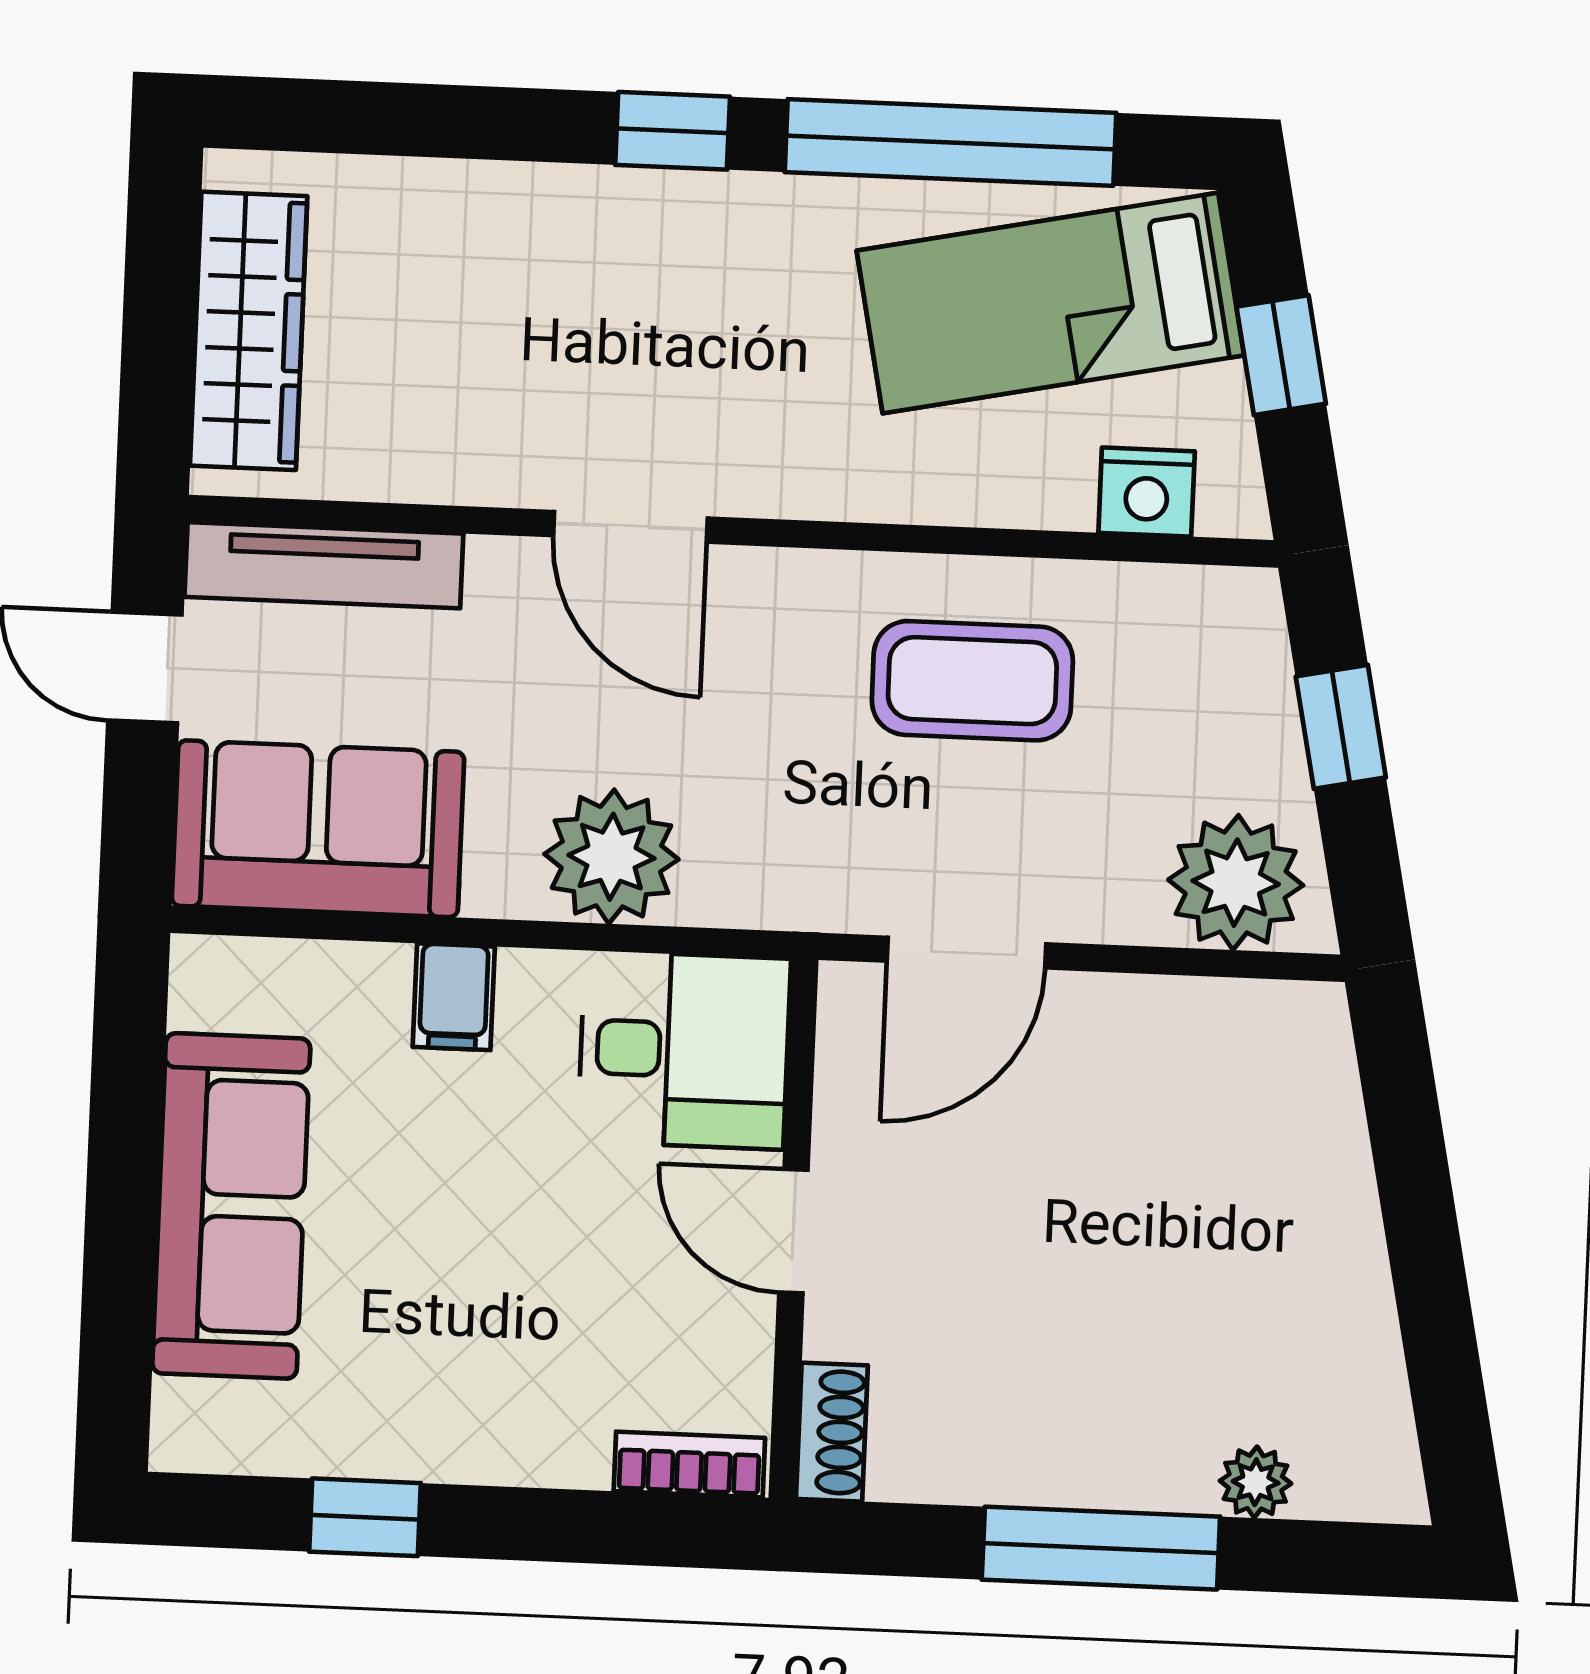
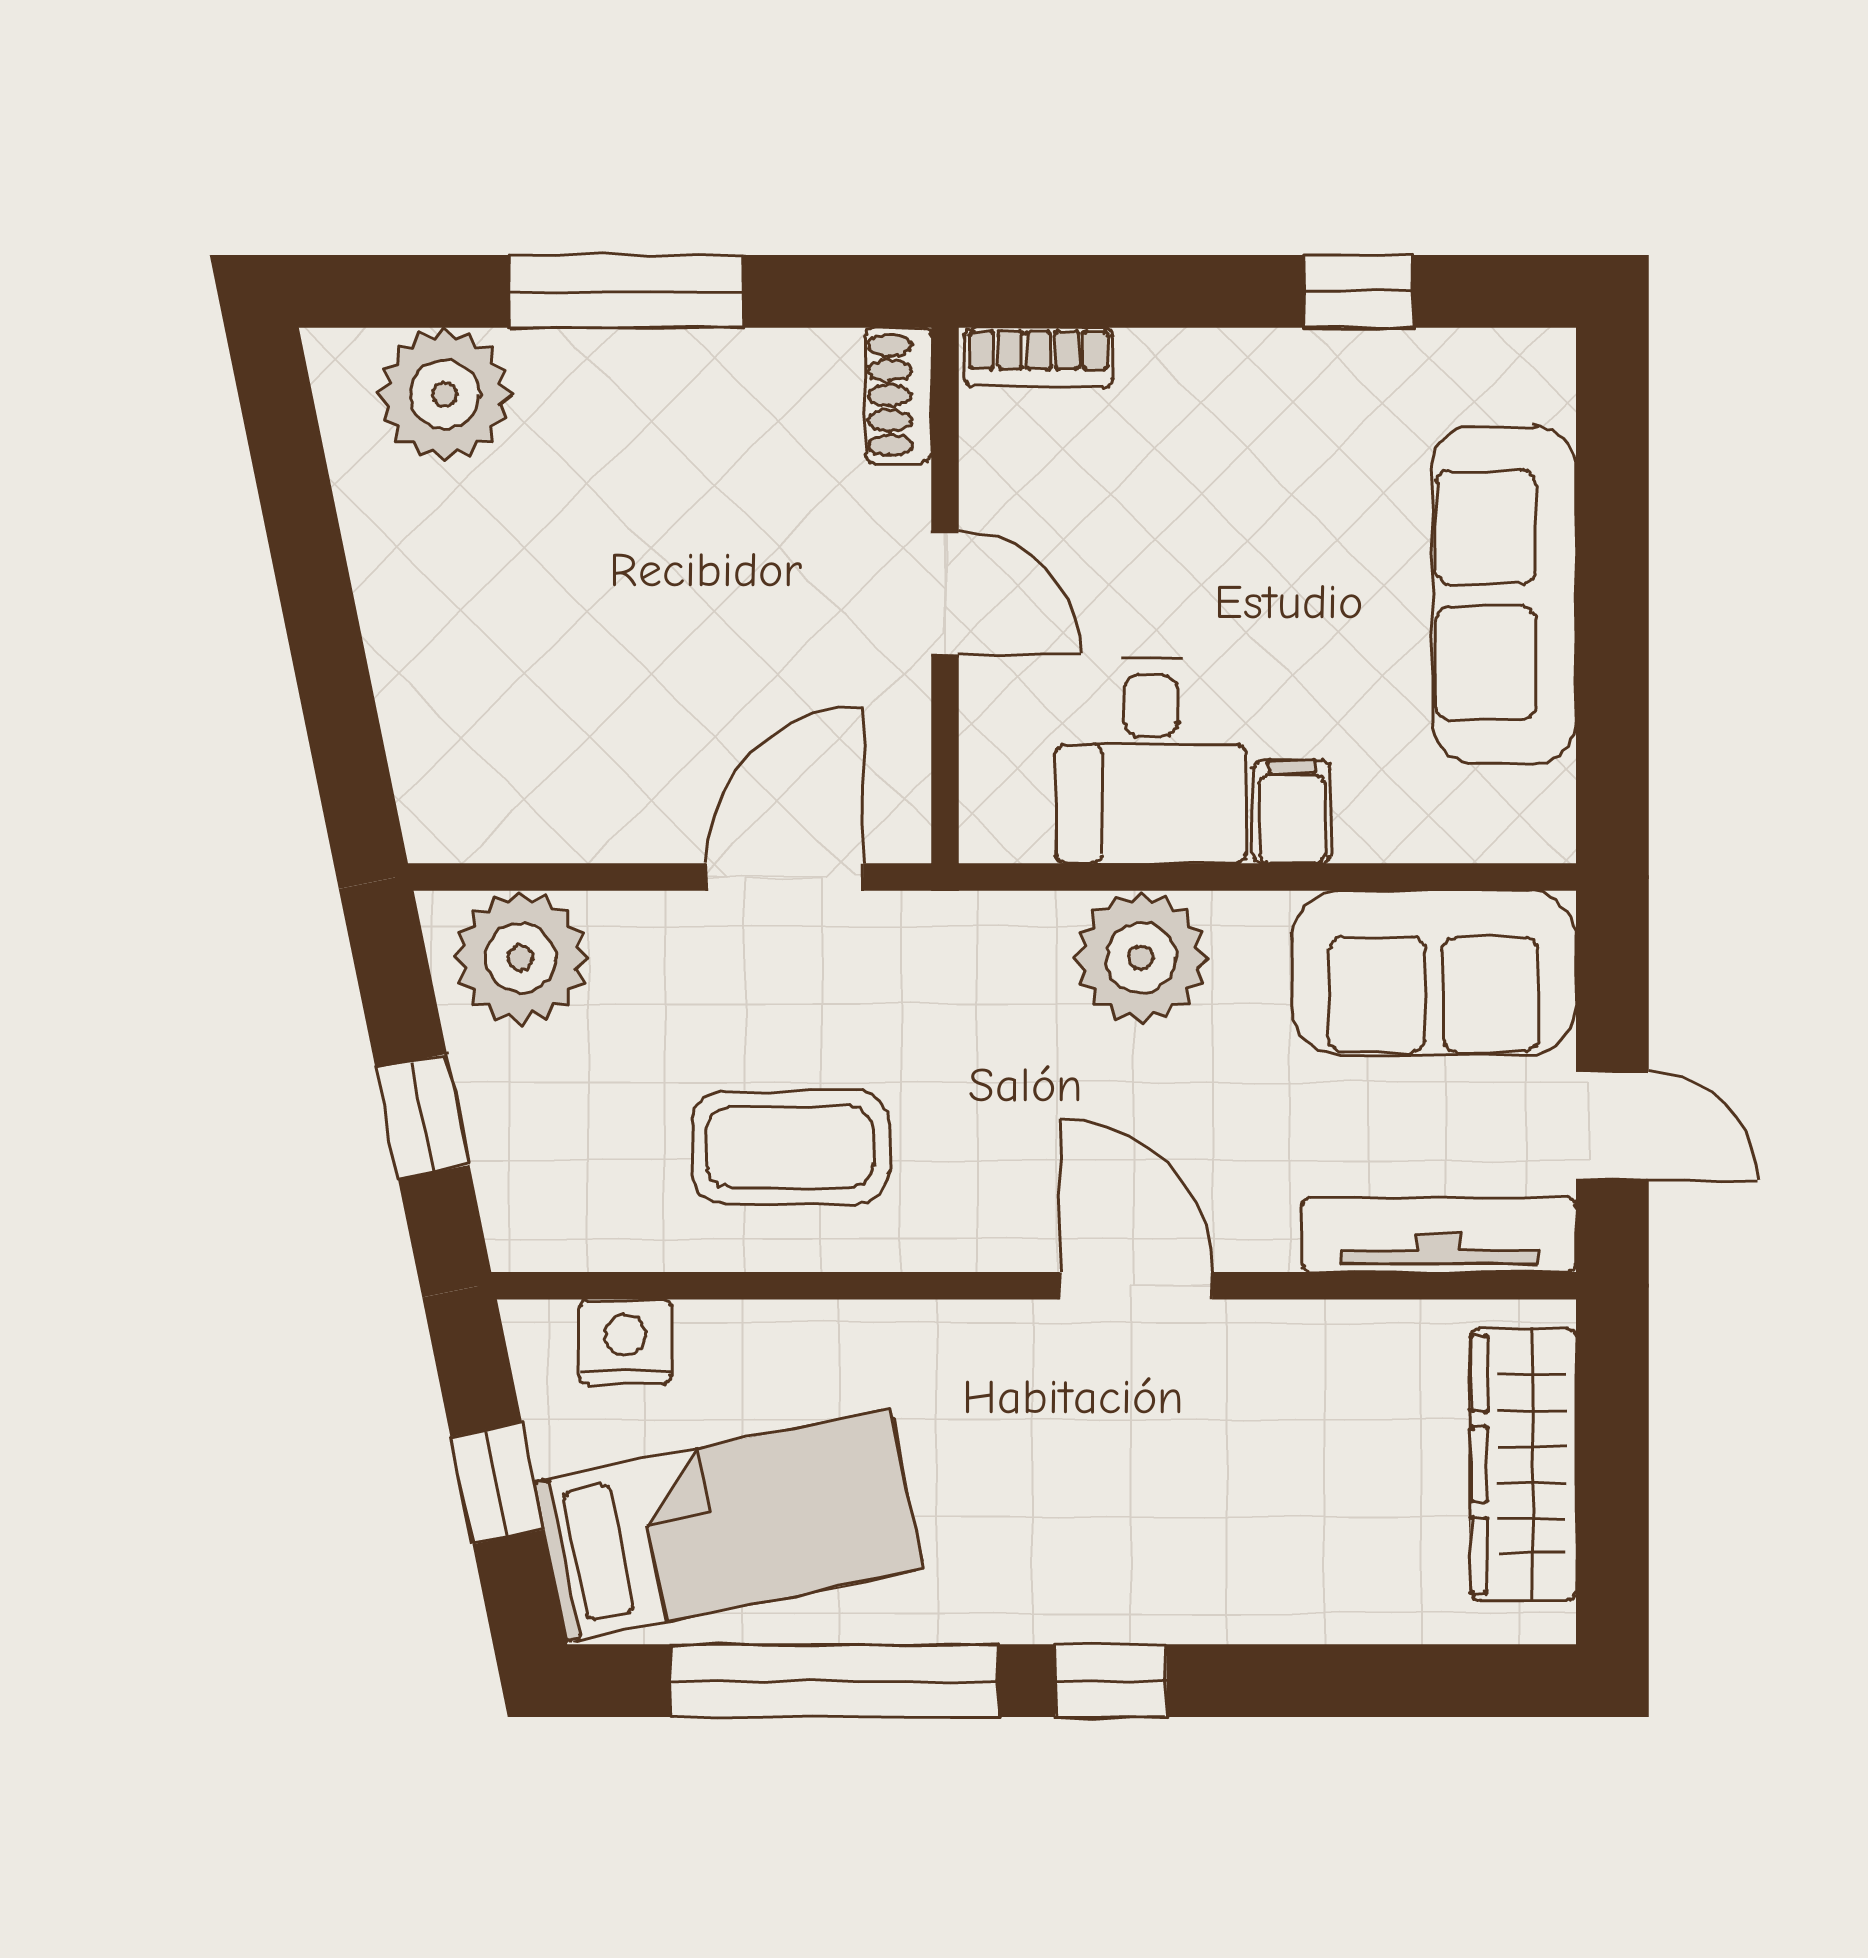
desk: (684, 1050) -> (1151, 761), moved, turned -90
plant: (1256, 1482) -> (445, 394), width x1.87, depth x1.87

